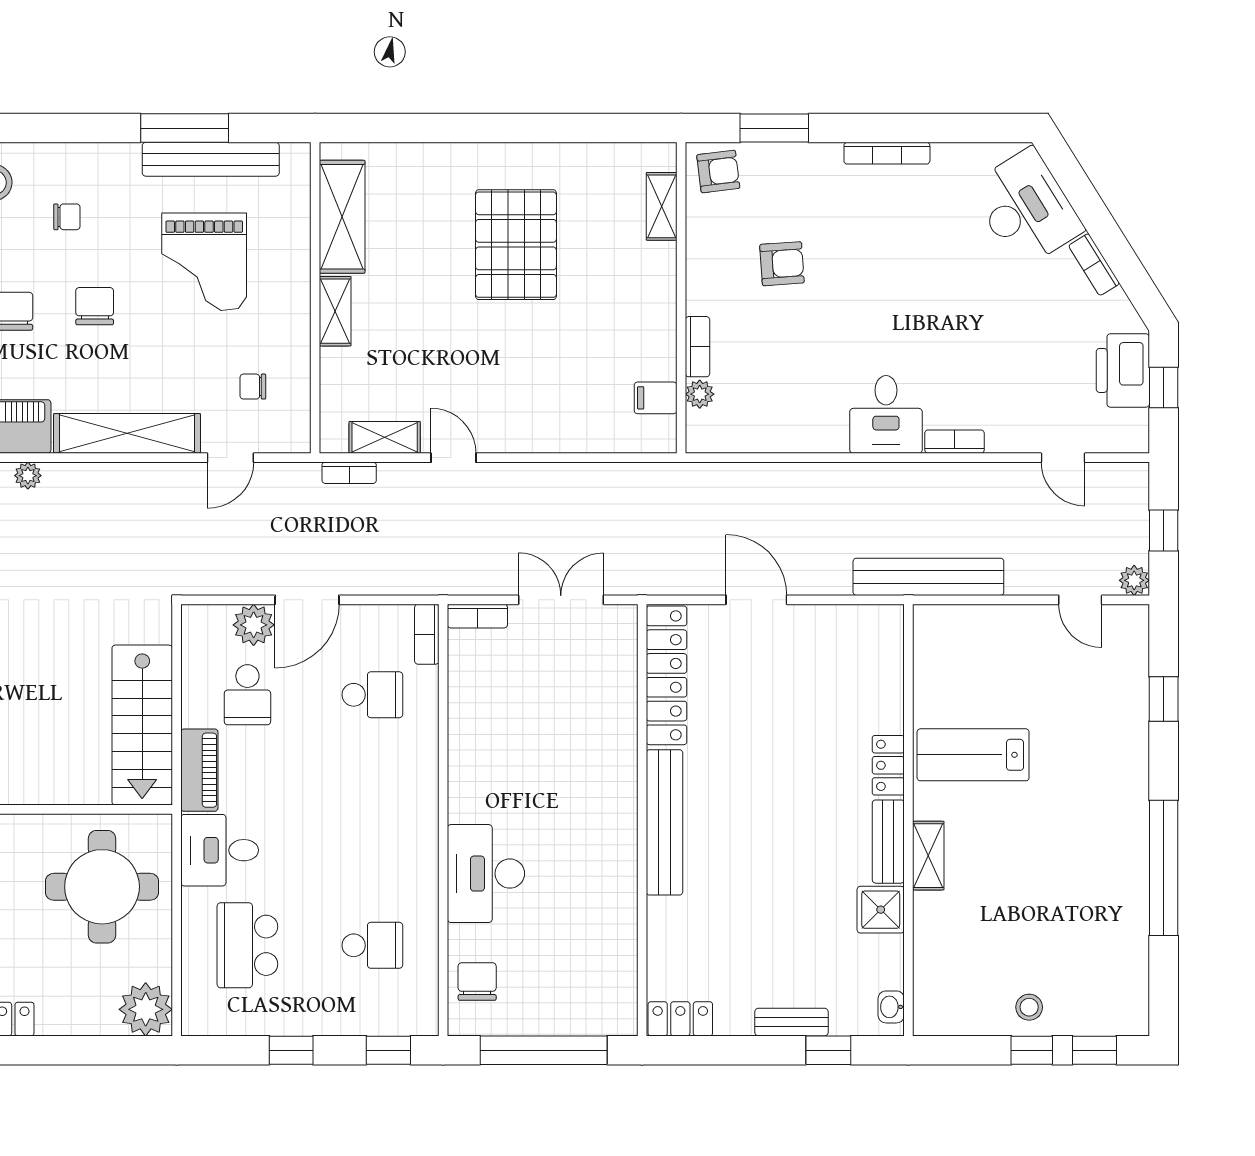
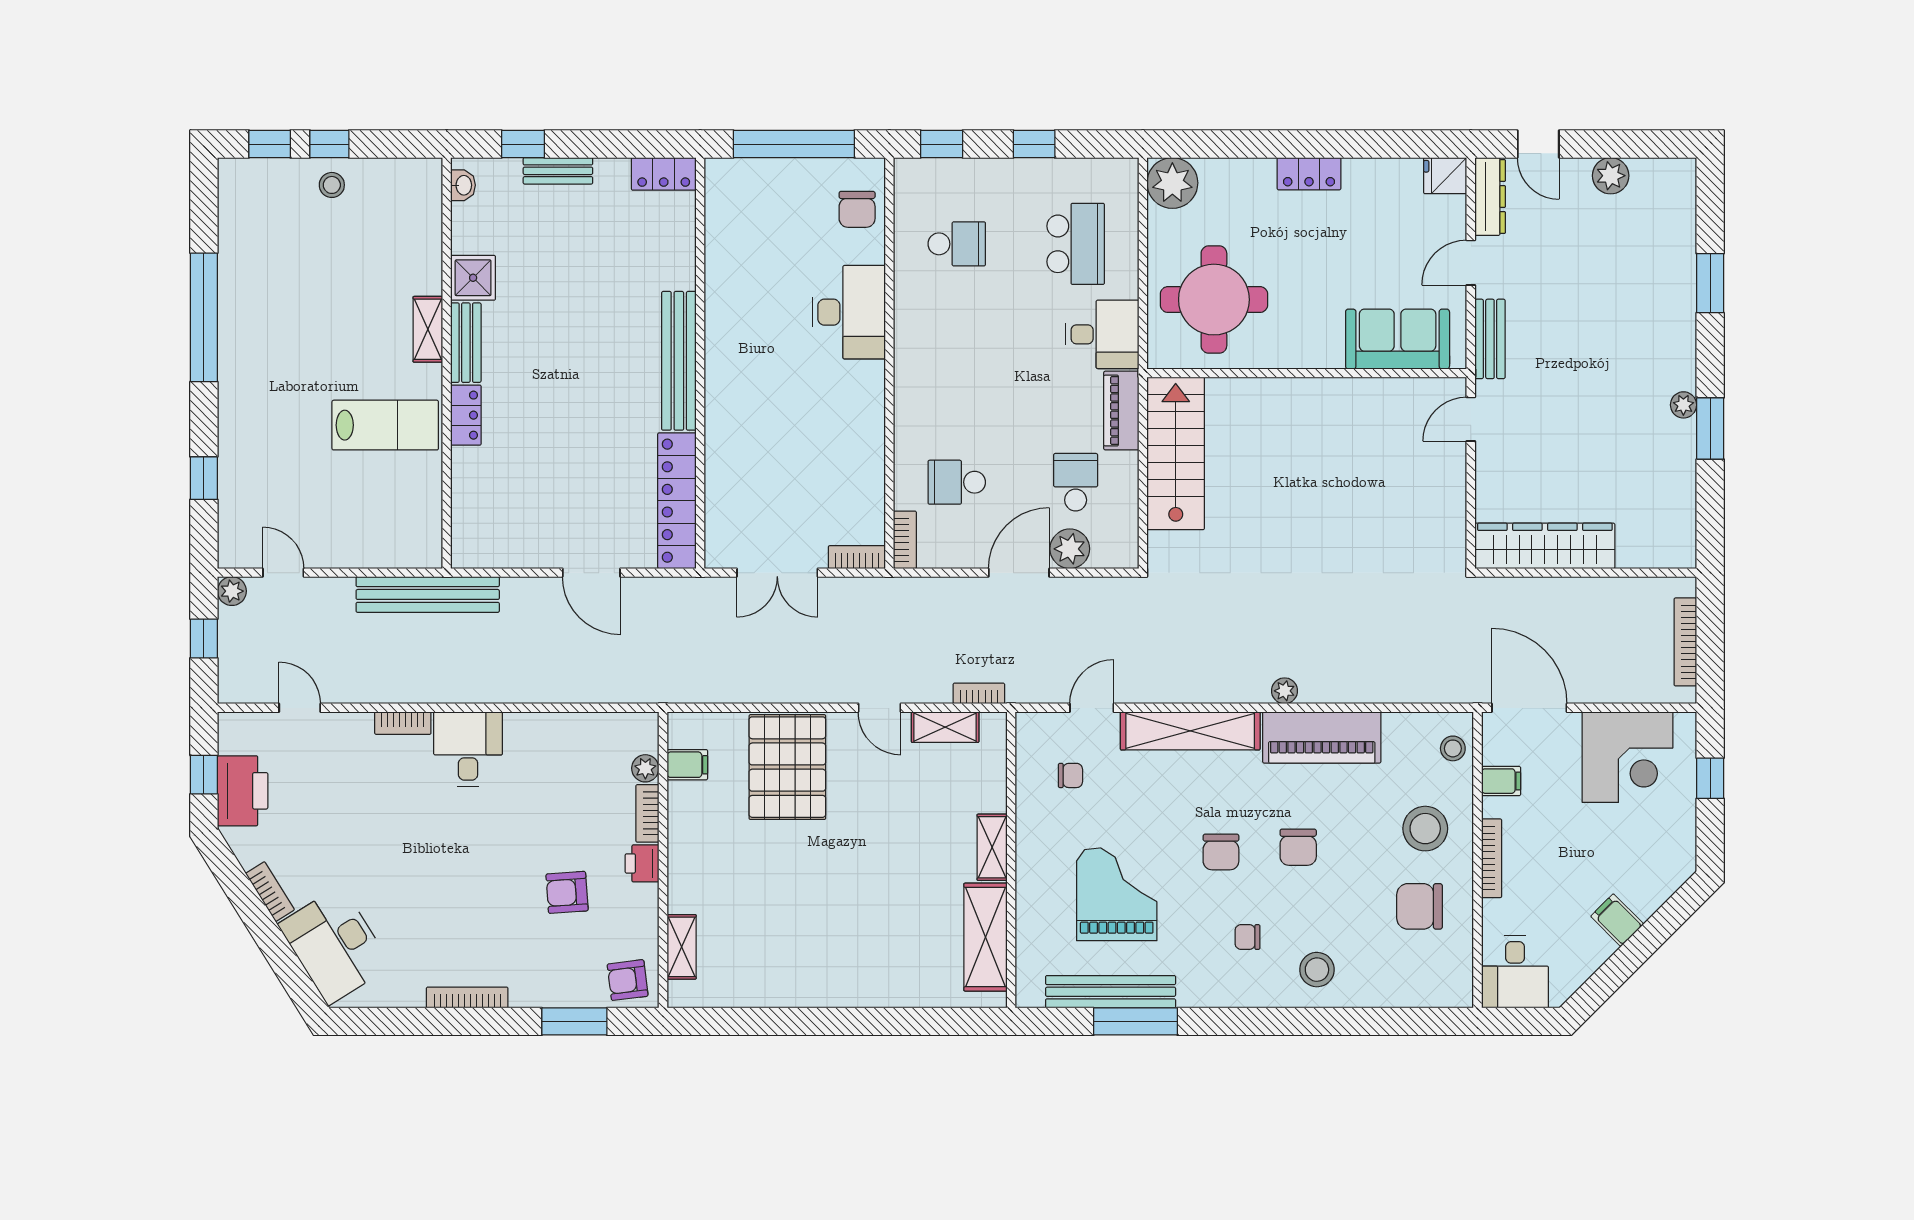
pallet: (516, 245) -> (787, 767), moved
printer: (703, 294) -> (642, 863), added
school desk: (372, 945) -> (957, 244), turned 180

